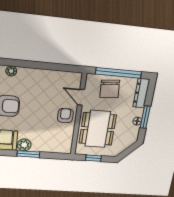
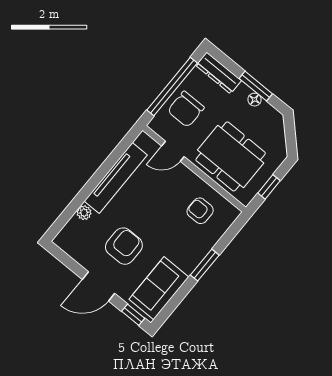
tv unit: (44, 76) -> (116, 178), added
chair: (110, 89) -> (186, 109), turned 94
armchair: (65, 116) -> (200, 211), moved
plant: (24, 145) -> (189, 262), removed

